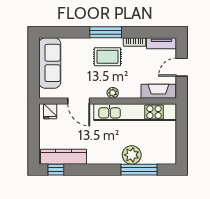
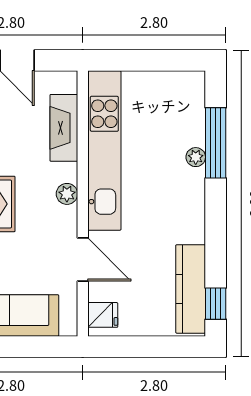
fireplace: (158, 91) -> (64, 128), moved
door: (79, 101) -> (83, 259), hinge flipped
plant: (132, 155) -> (196, 157), width x0.53, depth x0.53

